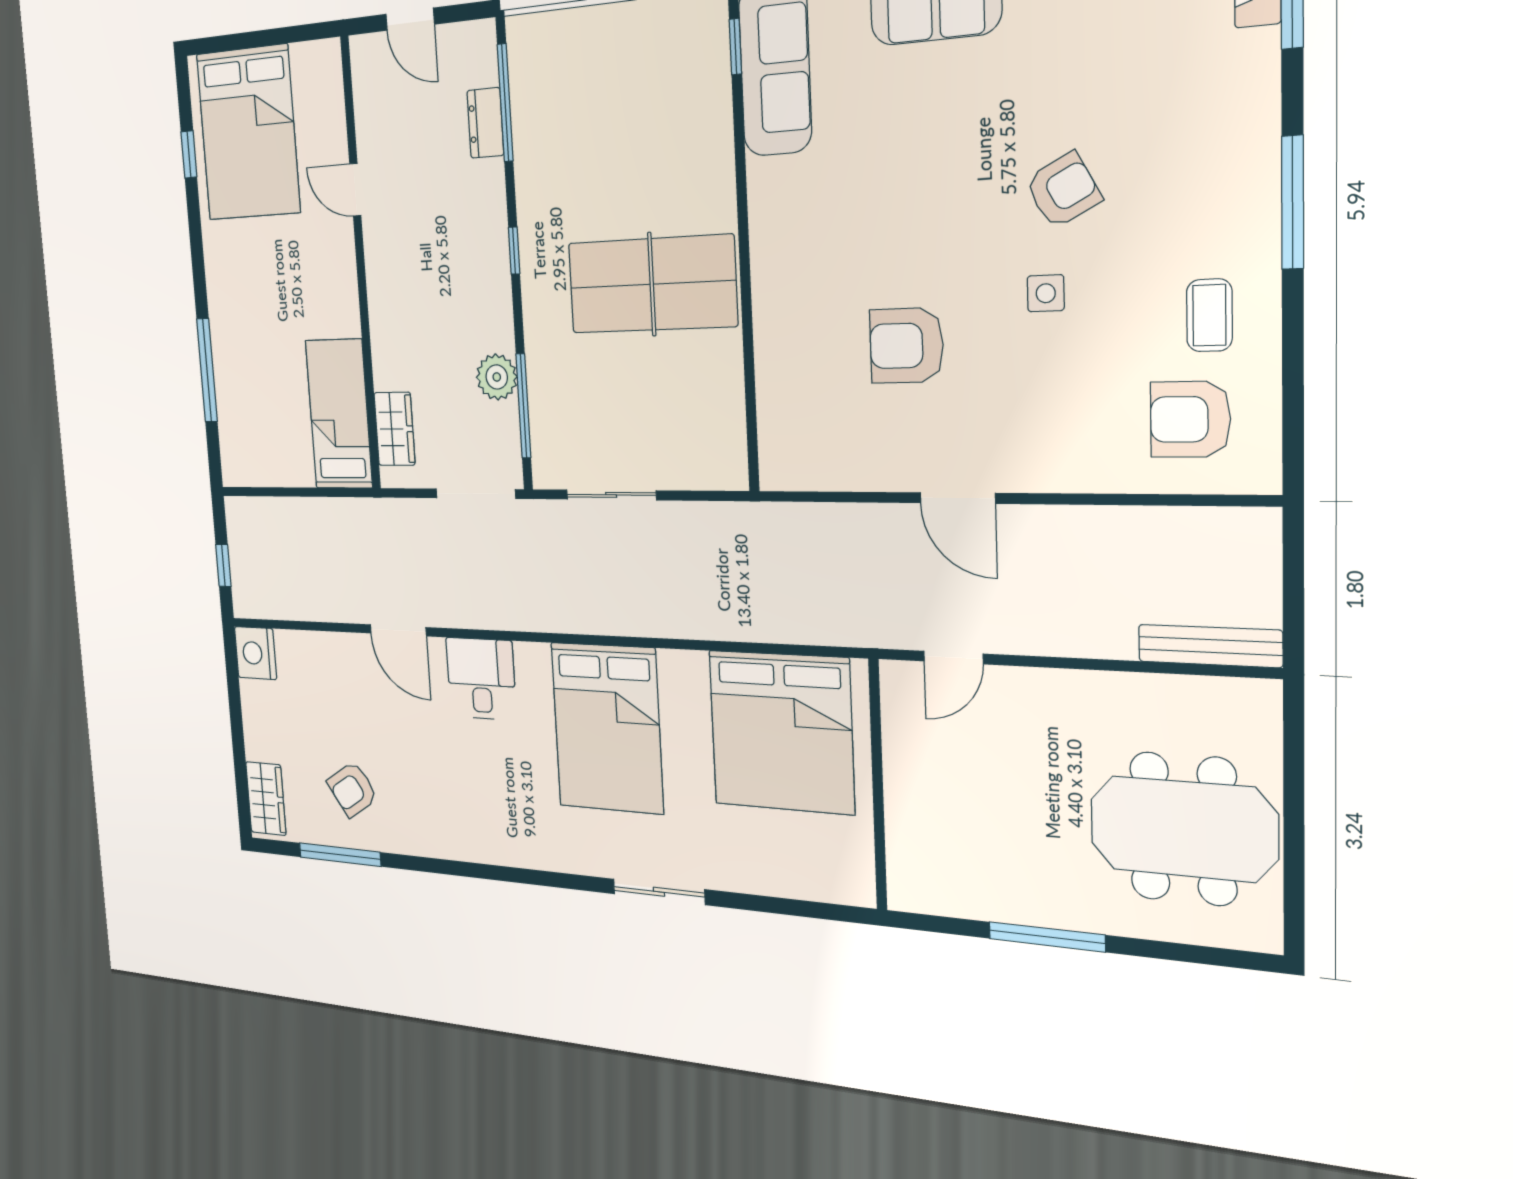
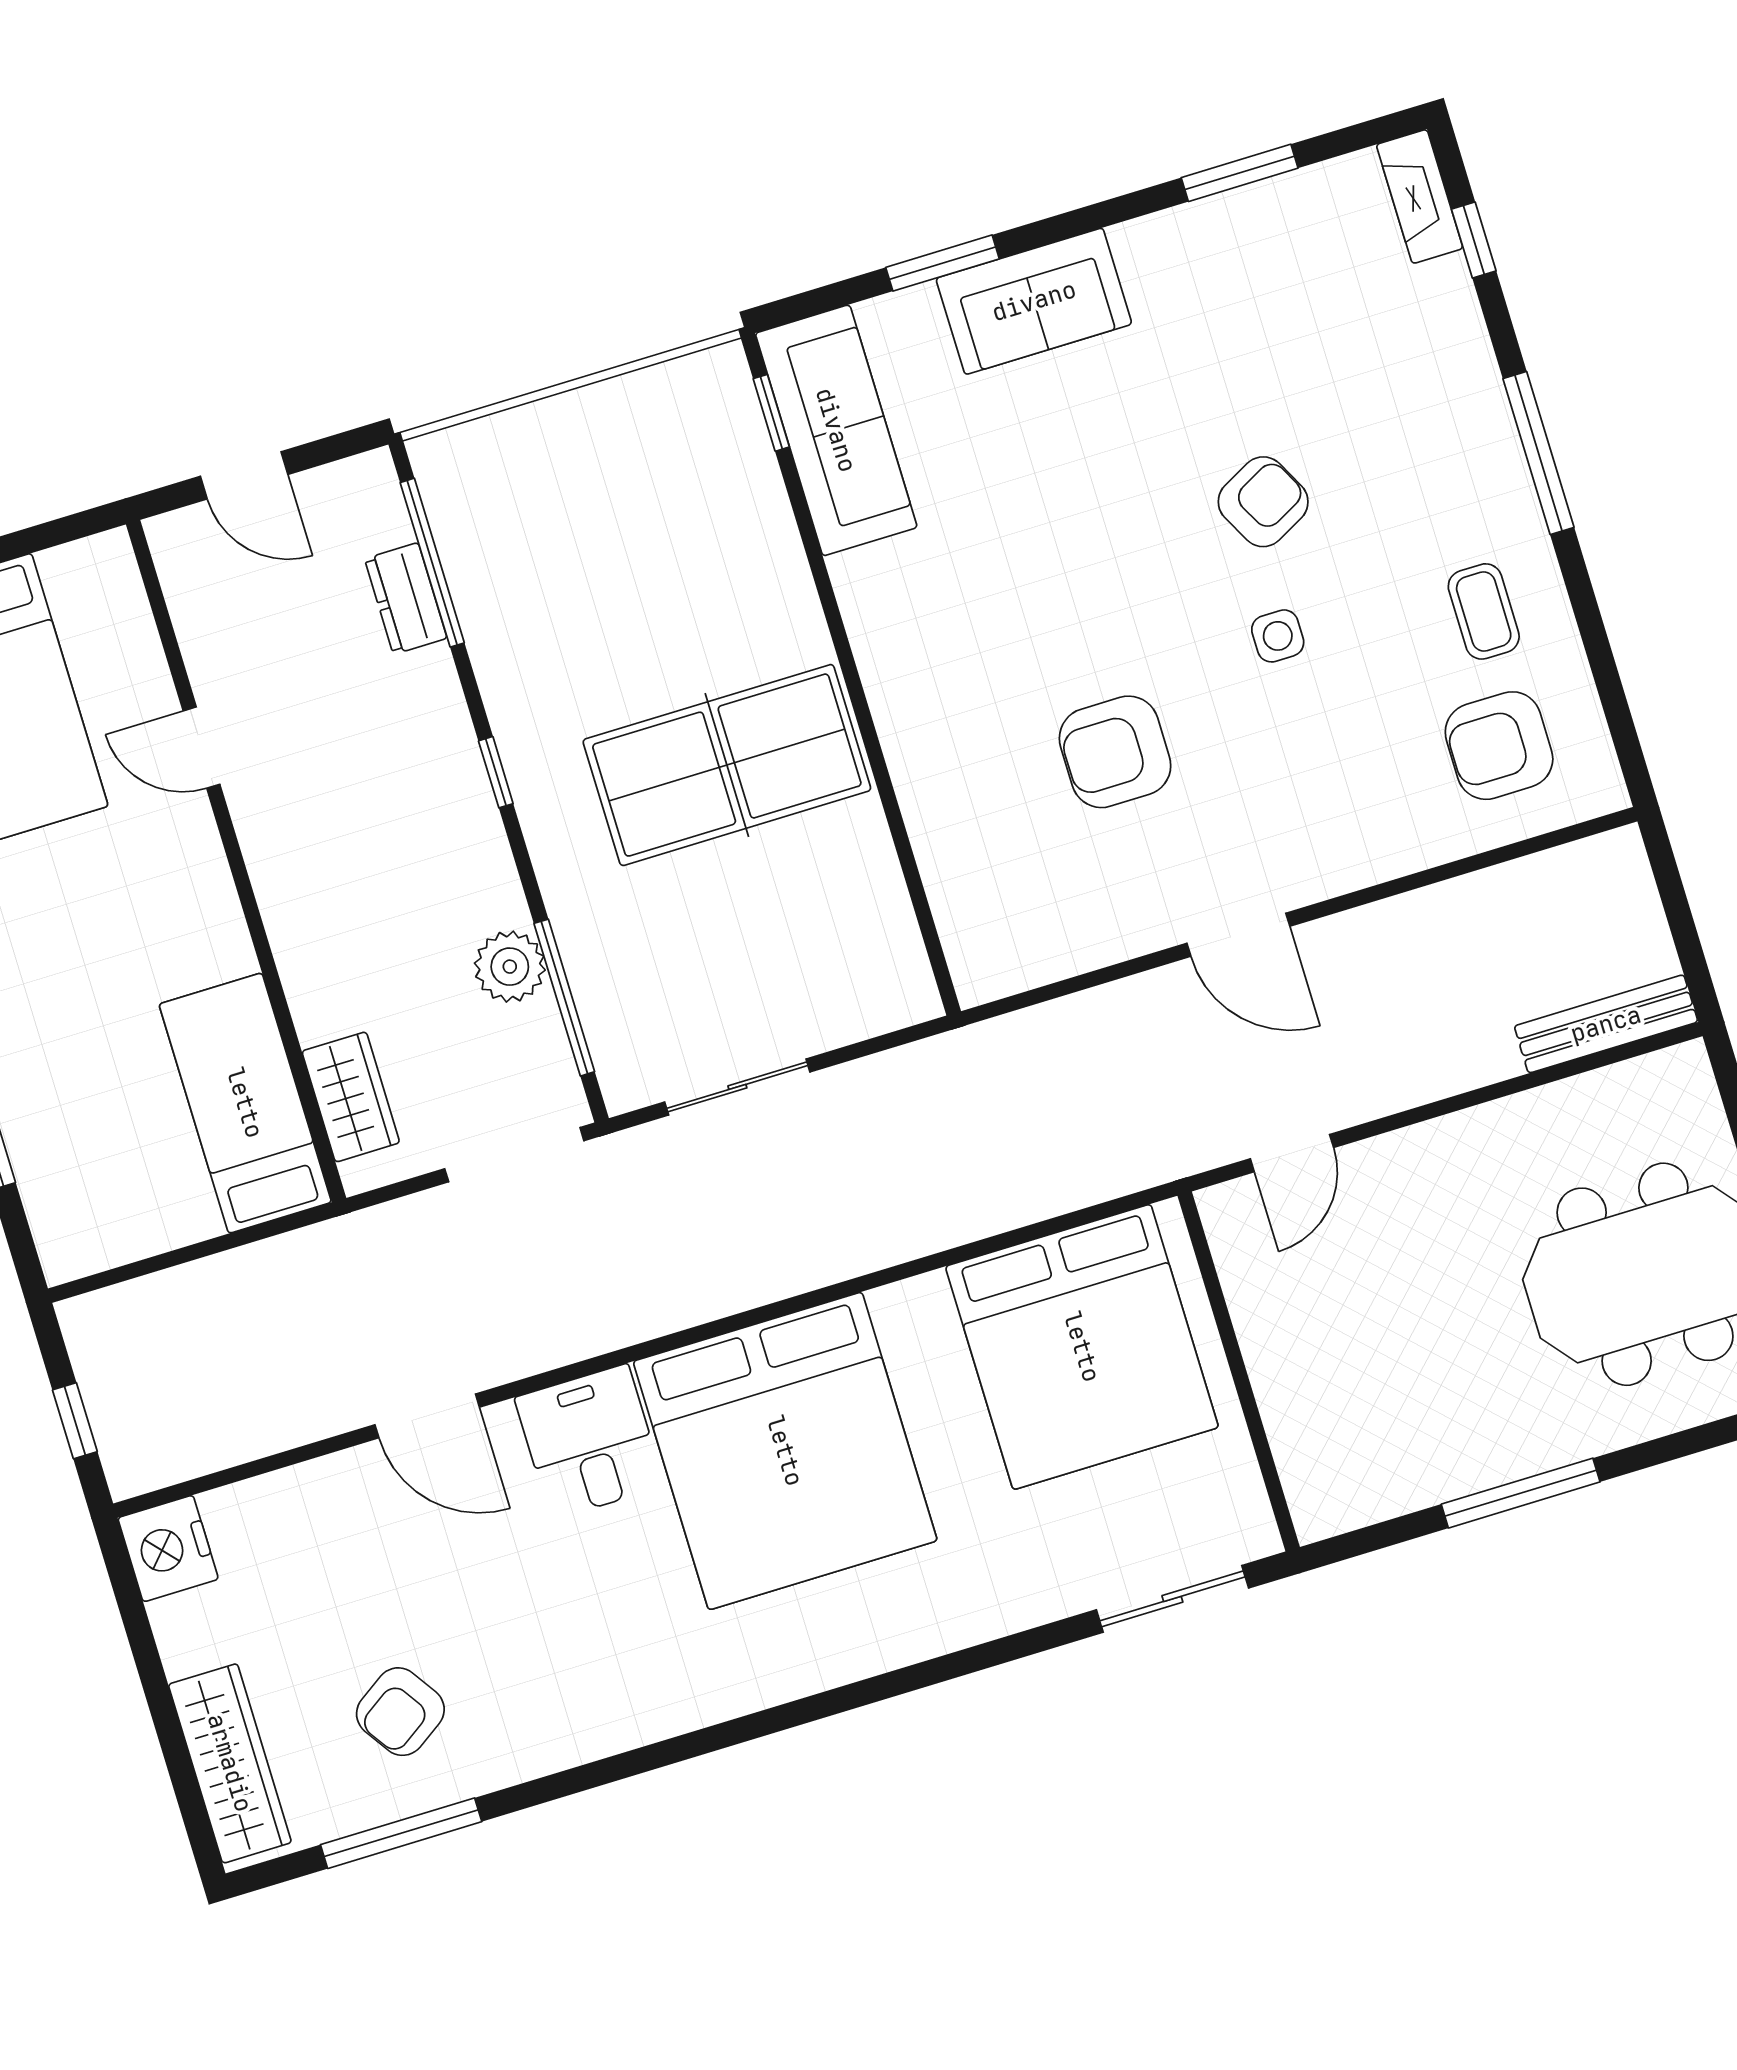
bed: (607, 728) -> (785, 1451), width x1.36
wardrobe: (266, 799) -> (230, 1763), width x1.50
sliding door: (659, 892) -> (1172, 1599), moved

